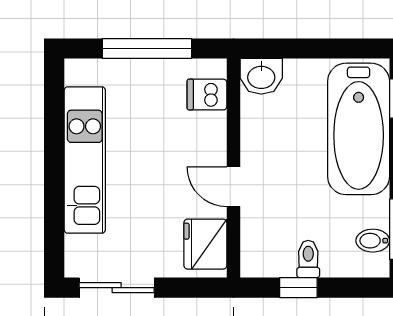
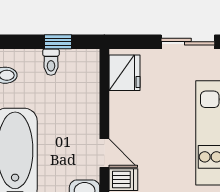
door: (233, 187) -> (104, 153), moved

